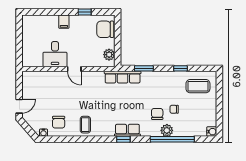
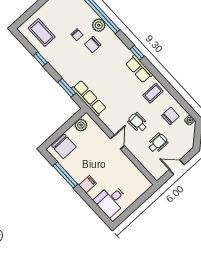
window: (85, 12) -> (65, 175), width x2.17
desk: (55, 54) -> (111, 200), moved, turned 180
wheelchair: (75, 95) -> (138, 122), added
wheelchair: (48, 96) -> (158, 143), added
door: (19, 106) -> (177, 167), moved
row of seats: (127, 130) -> (139, 69), moved

